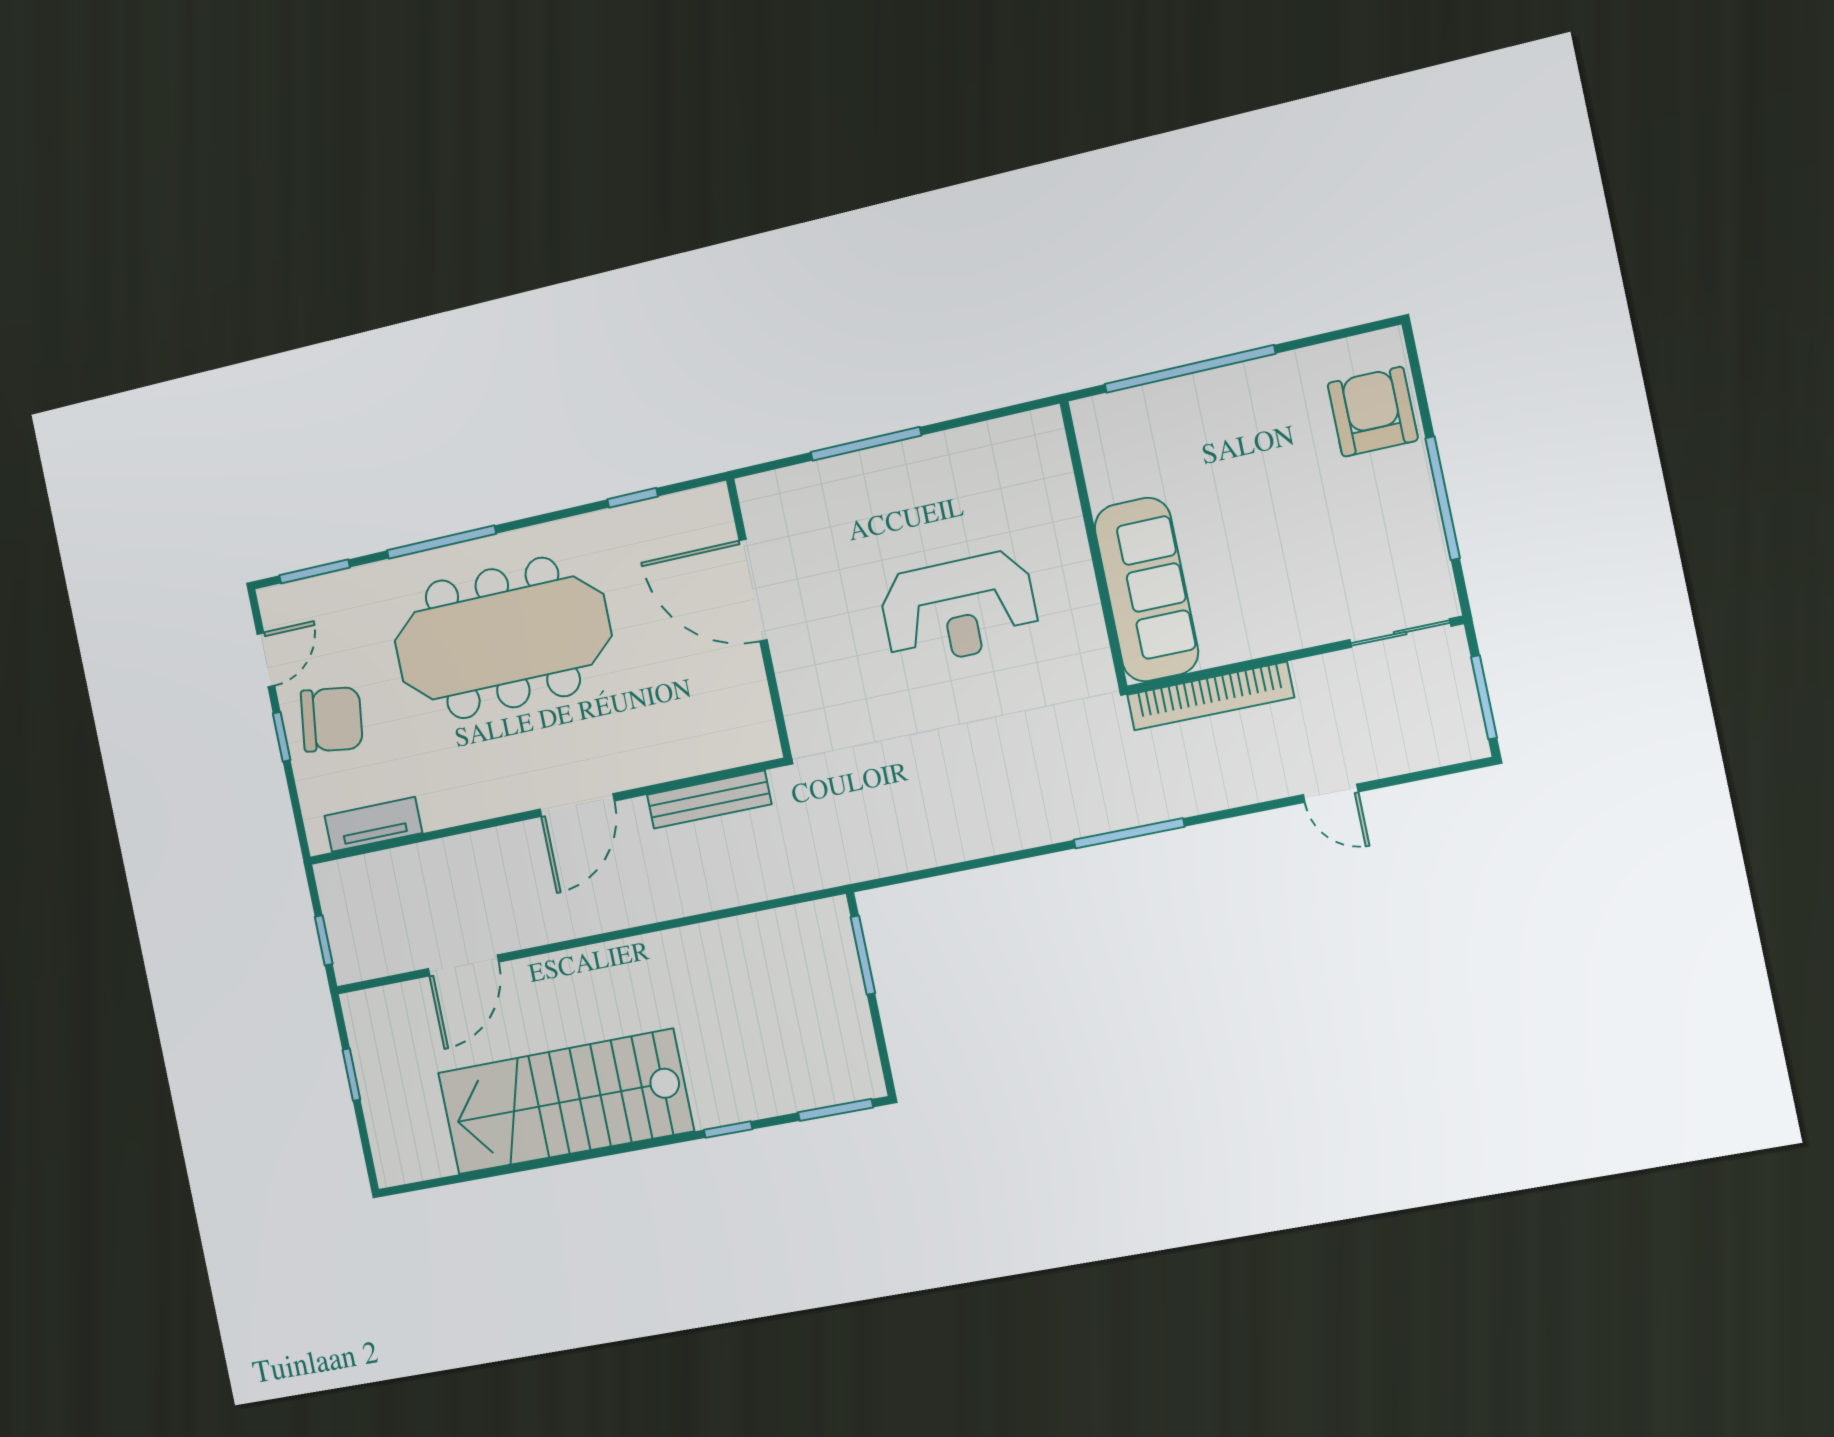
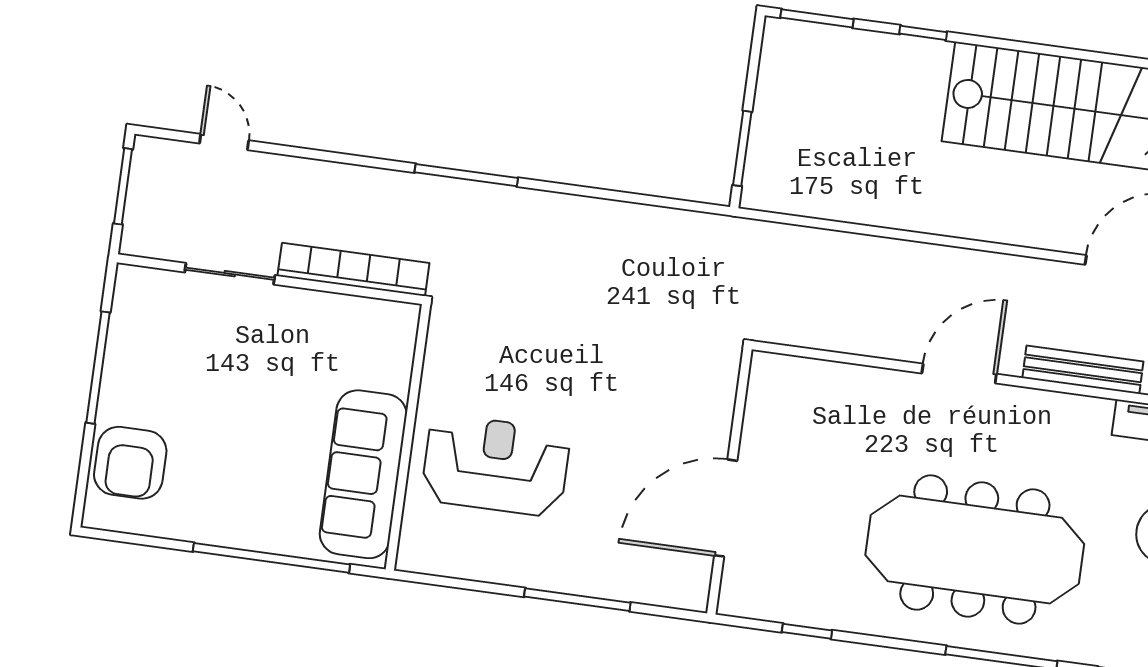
door: (753, 590) -> (726, 508), swing flipped
sofa: (1146, 590) -> (363, 474), moved
reception desk: (959, 609) -> (496, 465), moved
sliding door: (1400, 633) -> (230, 274), moved
door: (1331, 793) -> (224, 142), moved
bench: (709, 800) -> (1083, 370), moved

